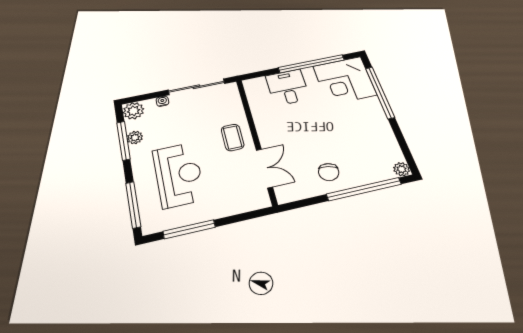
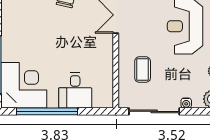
coffee table: (233, 137) -> (143, 70), moved

